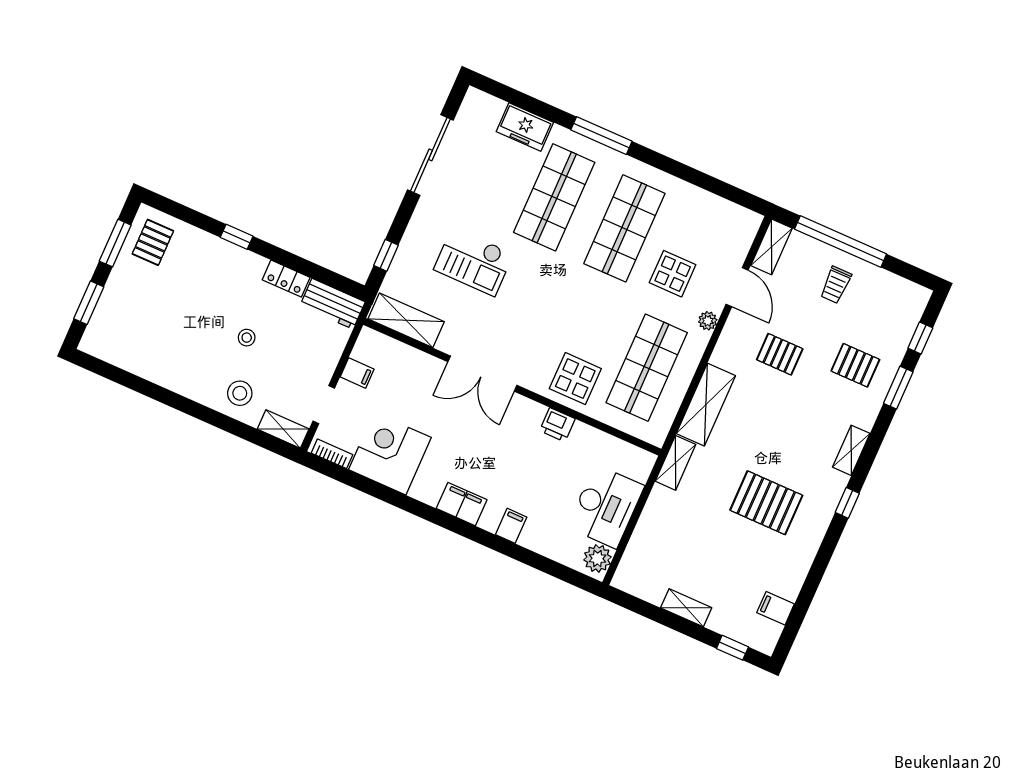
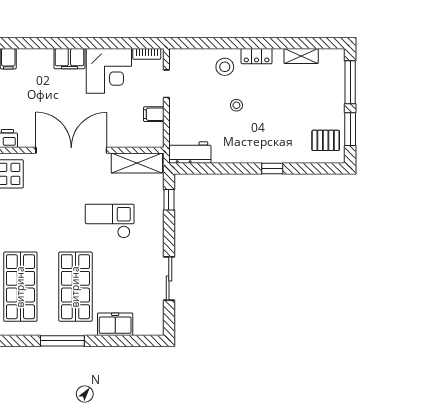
sliding door: (430, 155) -> (169, 278), width x0.73
pallet: (153, 242) -> (326, 140), turned 90
locker: (286, 279) -> (257, 56), moved, turned 180
window: (89, 303) -> (350, 82), width x1.44
double door: (482, 374) -> (71, 150), width x1.36
shelving: (283, 429) -> (301, 56), moved
filing cabinet: (462, 504) -> (69, 59), moved

